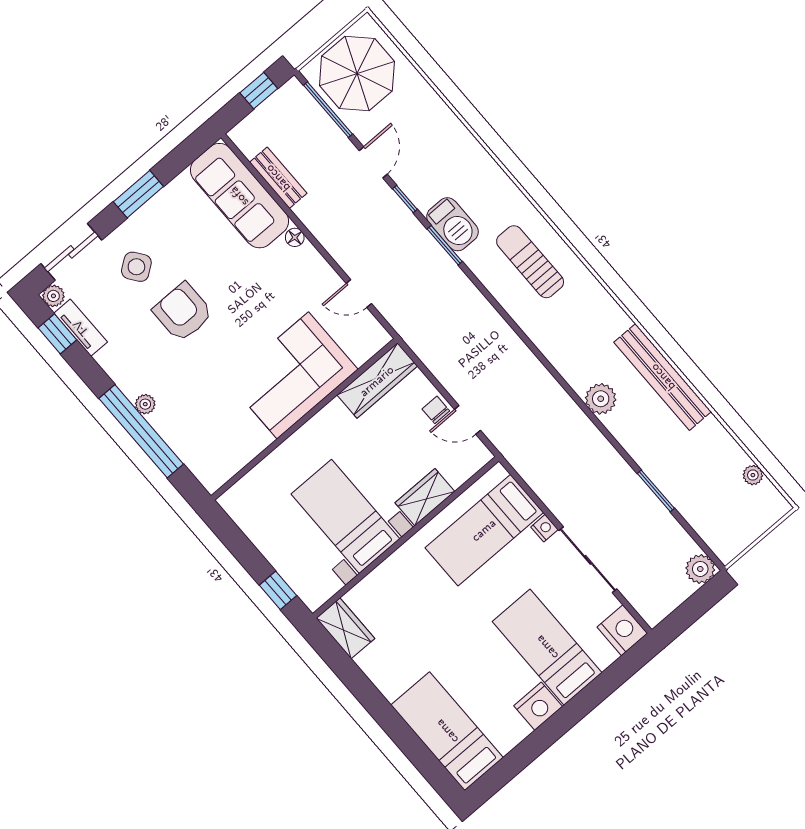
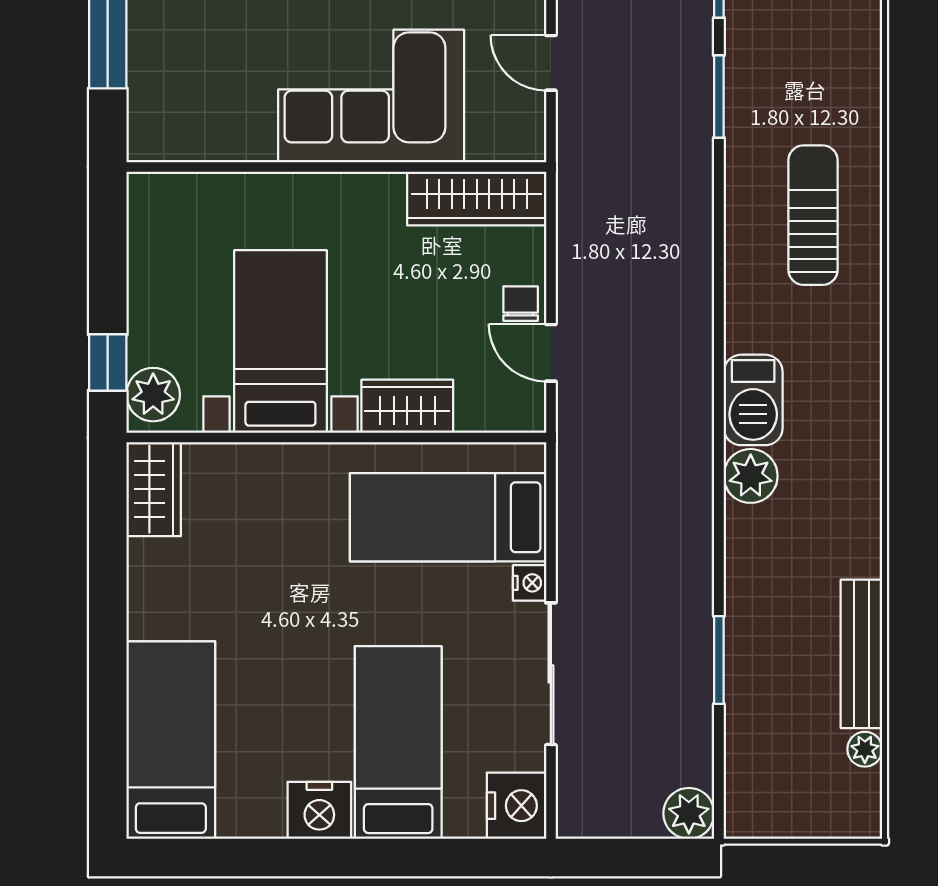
barbecue: (453, 224) -> (753, 400), moved
bench: (663, 377) -> (861, 654), moved, width x0.73, depth x0.82
plant: (310, 587) -> (153, 395), added

